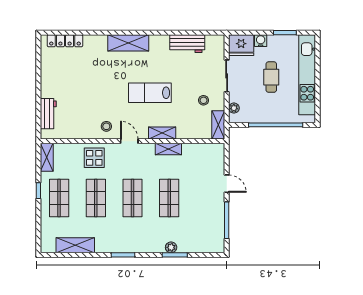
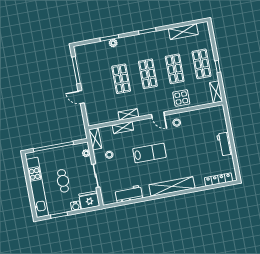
shelving: (128, 43) -> (172, 186), width x1.47
workbench: (48, 114) -> (225, 144), moved
shelving: (162, 133) -> (123, 128), moved

